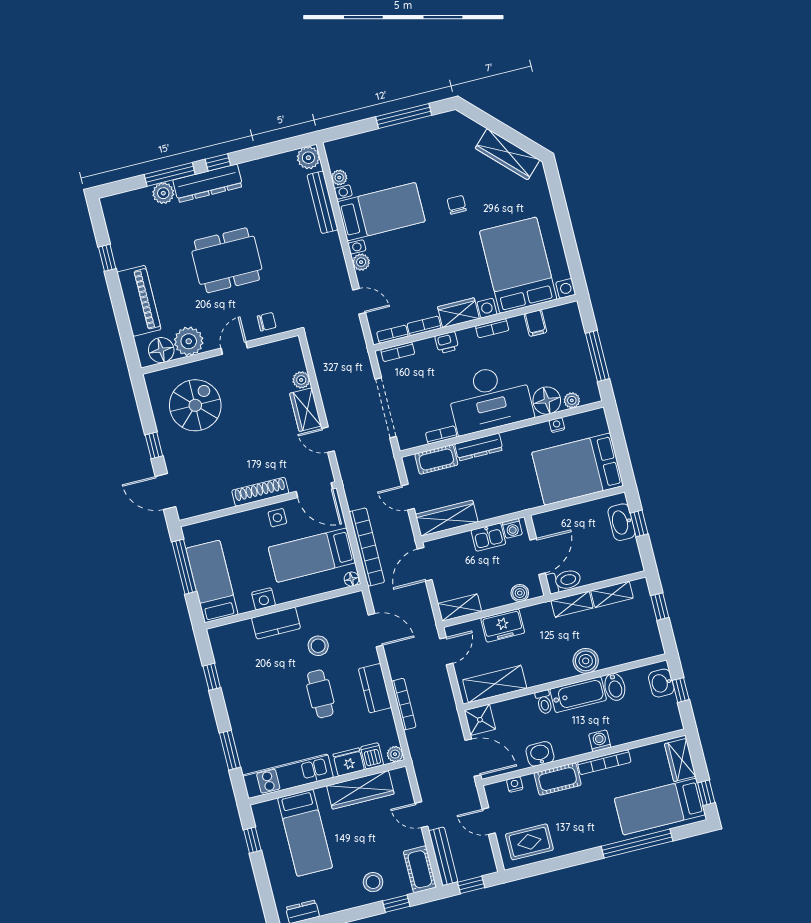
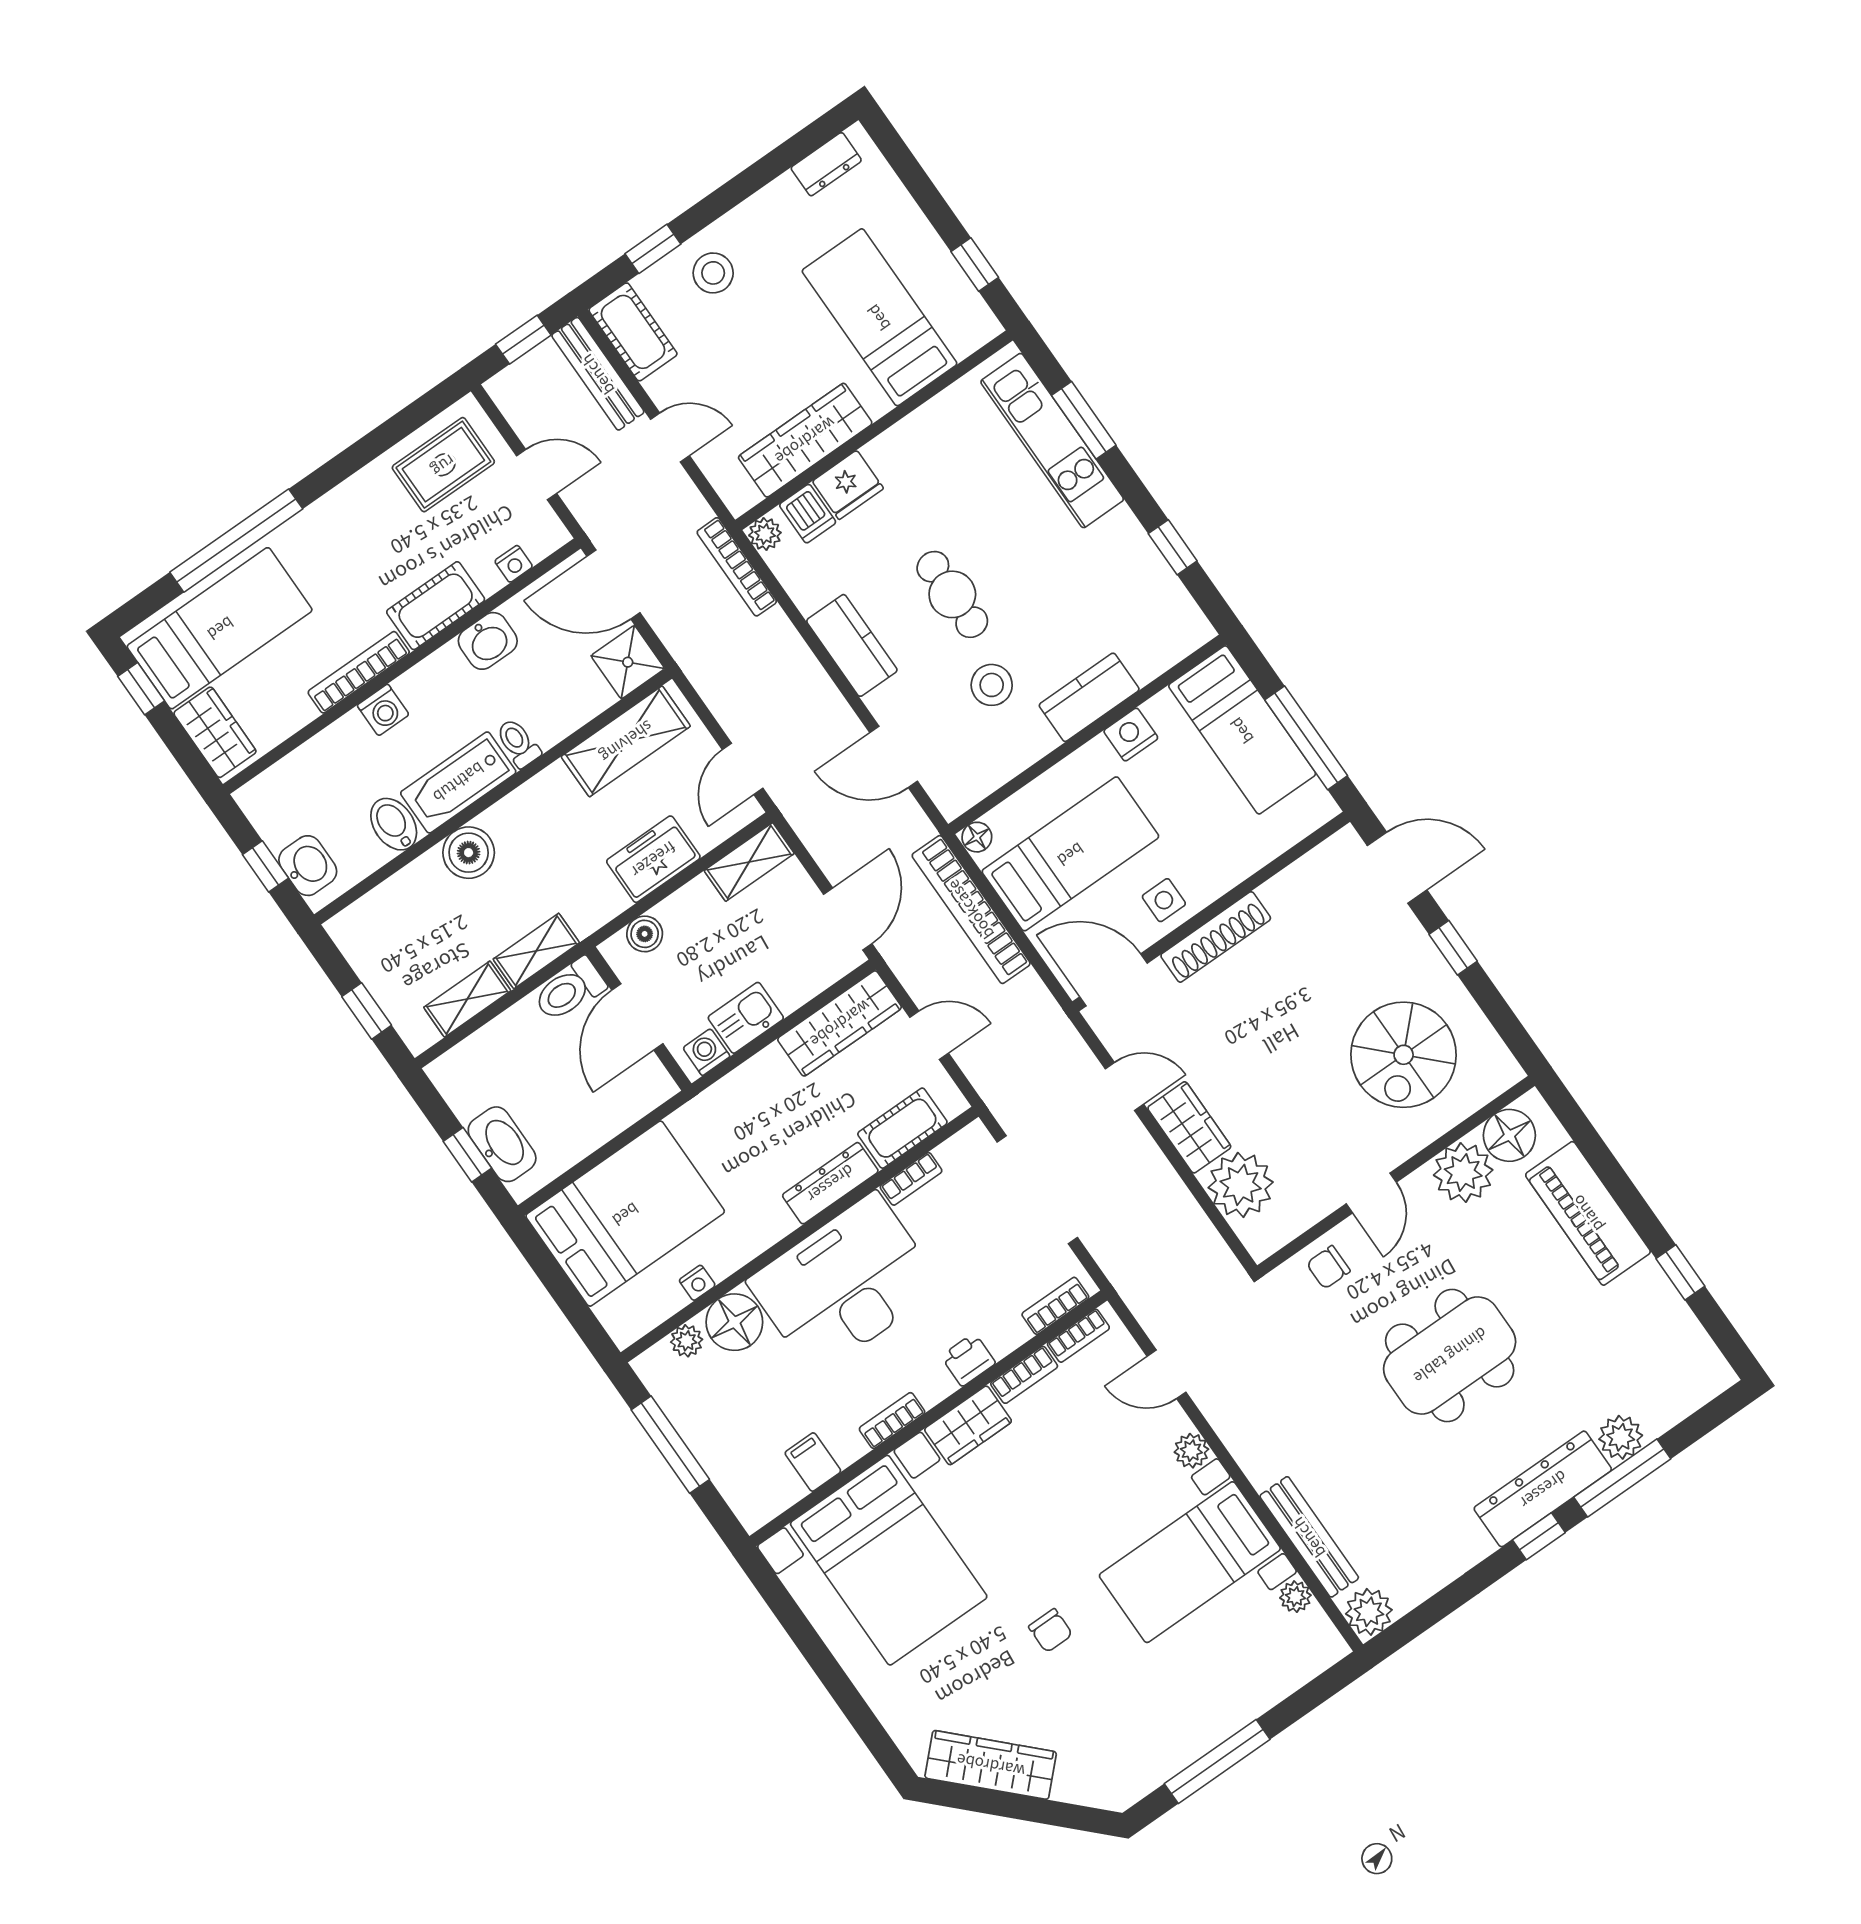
plant: (301, 380) -> (1241, 1185), width x1.87, depth x1.87
bookcase: (404, 704) -> (737, 567), moved
kitchen unit: (288, 776) -> (1052, 441), moved, turned 90

